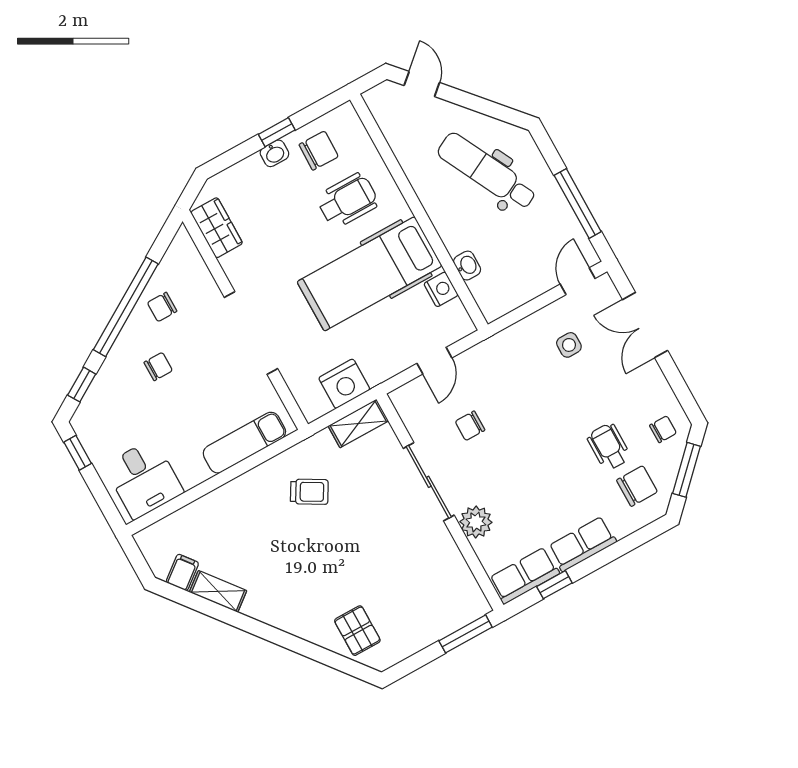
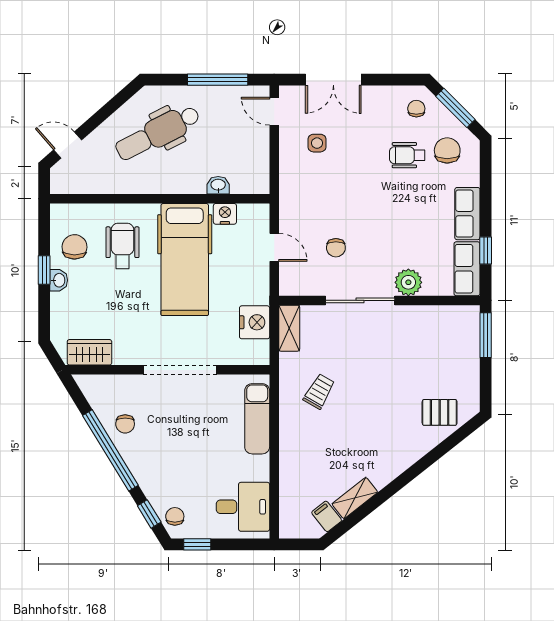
chair: (158, 367) -> (175, 516), moved

